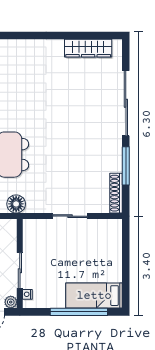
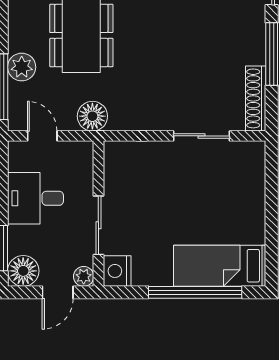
sliding door: (70, 216) -> (202, 136), moved
nightstand: (27, 294) -> (117, 271), width x1.89, depth x1.79

